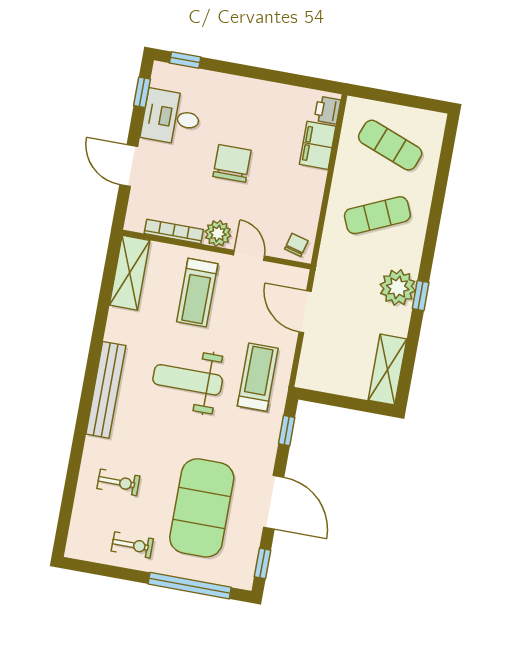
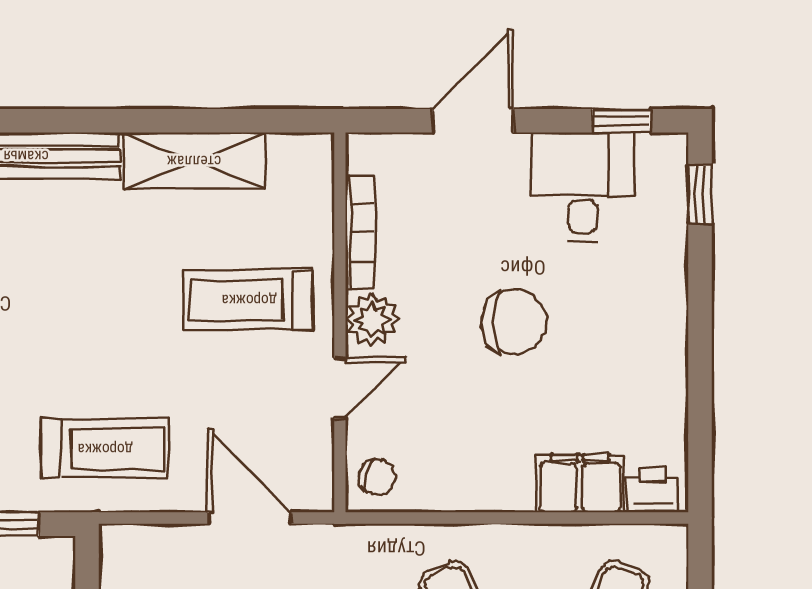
shelving: (130, 273) -> (194, 161), moved
door: (305, 312) -> (250, 518), hinge flipped
weight bench: (188, 380) -> (75, 312), removed

